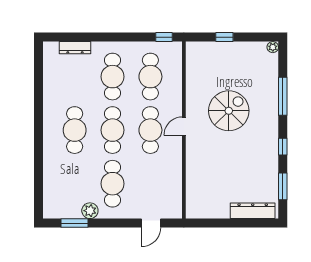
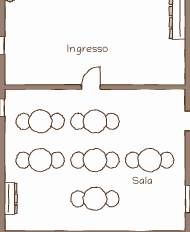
spiral stairs: (229, 111) -> (75, 41), removed
door: (184, 126) -> (91, 87), swing flipped
plant: (90, 211) -> (177, 183), removed

